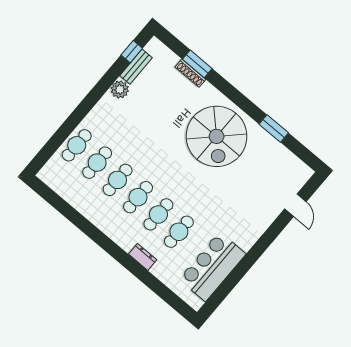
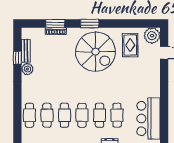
window: (132, 52) -> (17, 58), moved
window: (274, 128) -> (90, 24), moved
rug: (263, 163) -> (130, 45), added
plant: (298, 173) -> (152, 36), added

